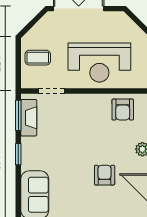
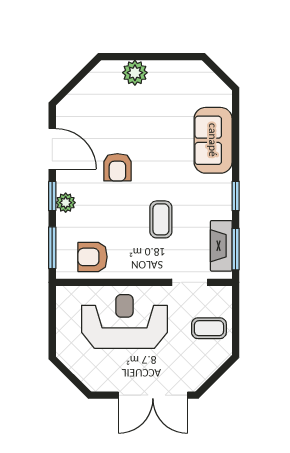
armchair: (123, 110) -> (93, 257), turned -90
coffee table: (73, 137) -> (161, 219), added

